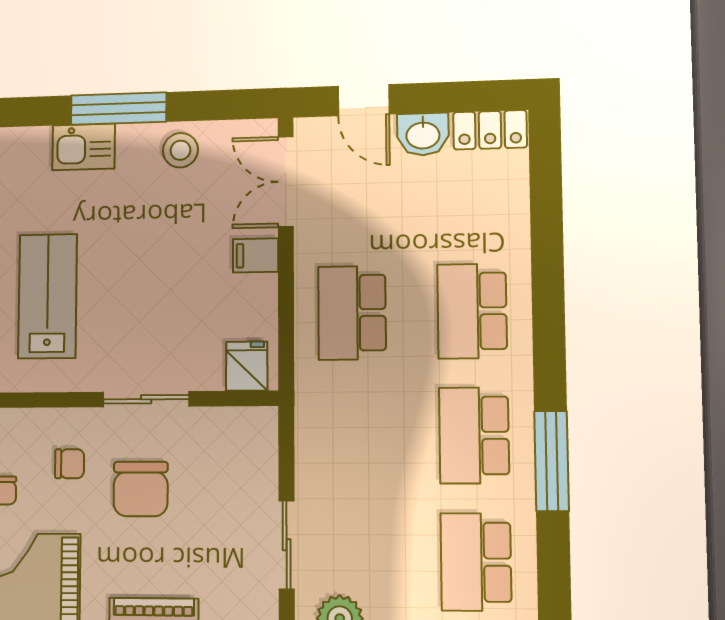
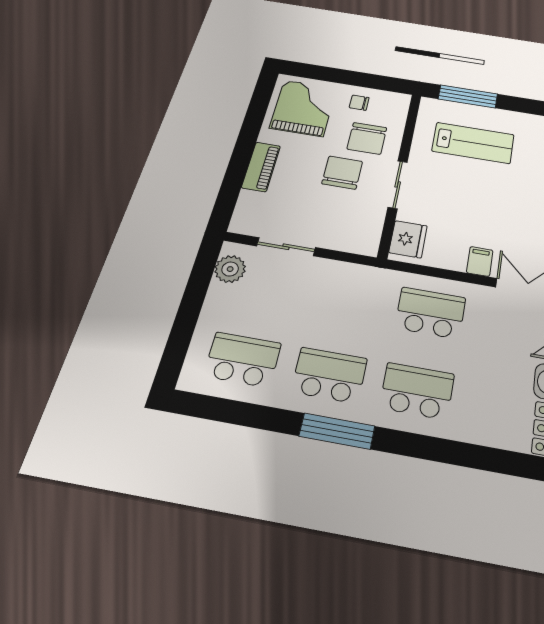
fridge: (247, 366) -> (408, 239), width x1.38
window: (552, 461) -> (337, 431), moved
chair: (70, 464) -> (367, 138), width x1.87, depth x1.87
chair: (141, 489) -> (342, 173), turned 90

